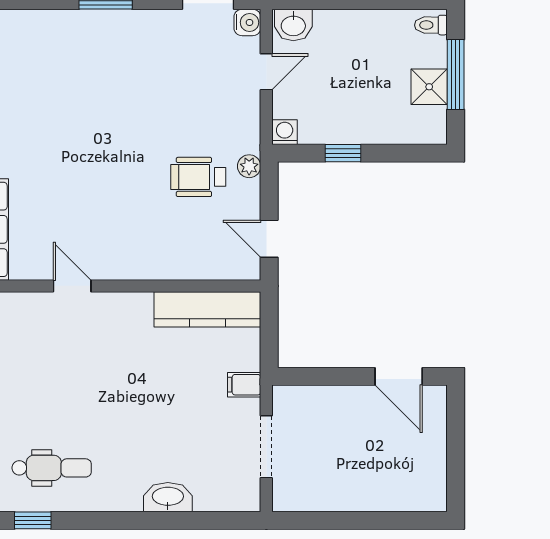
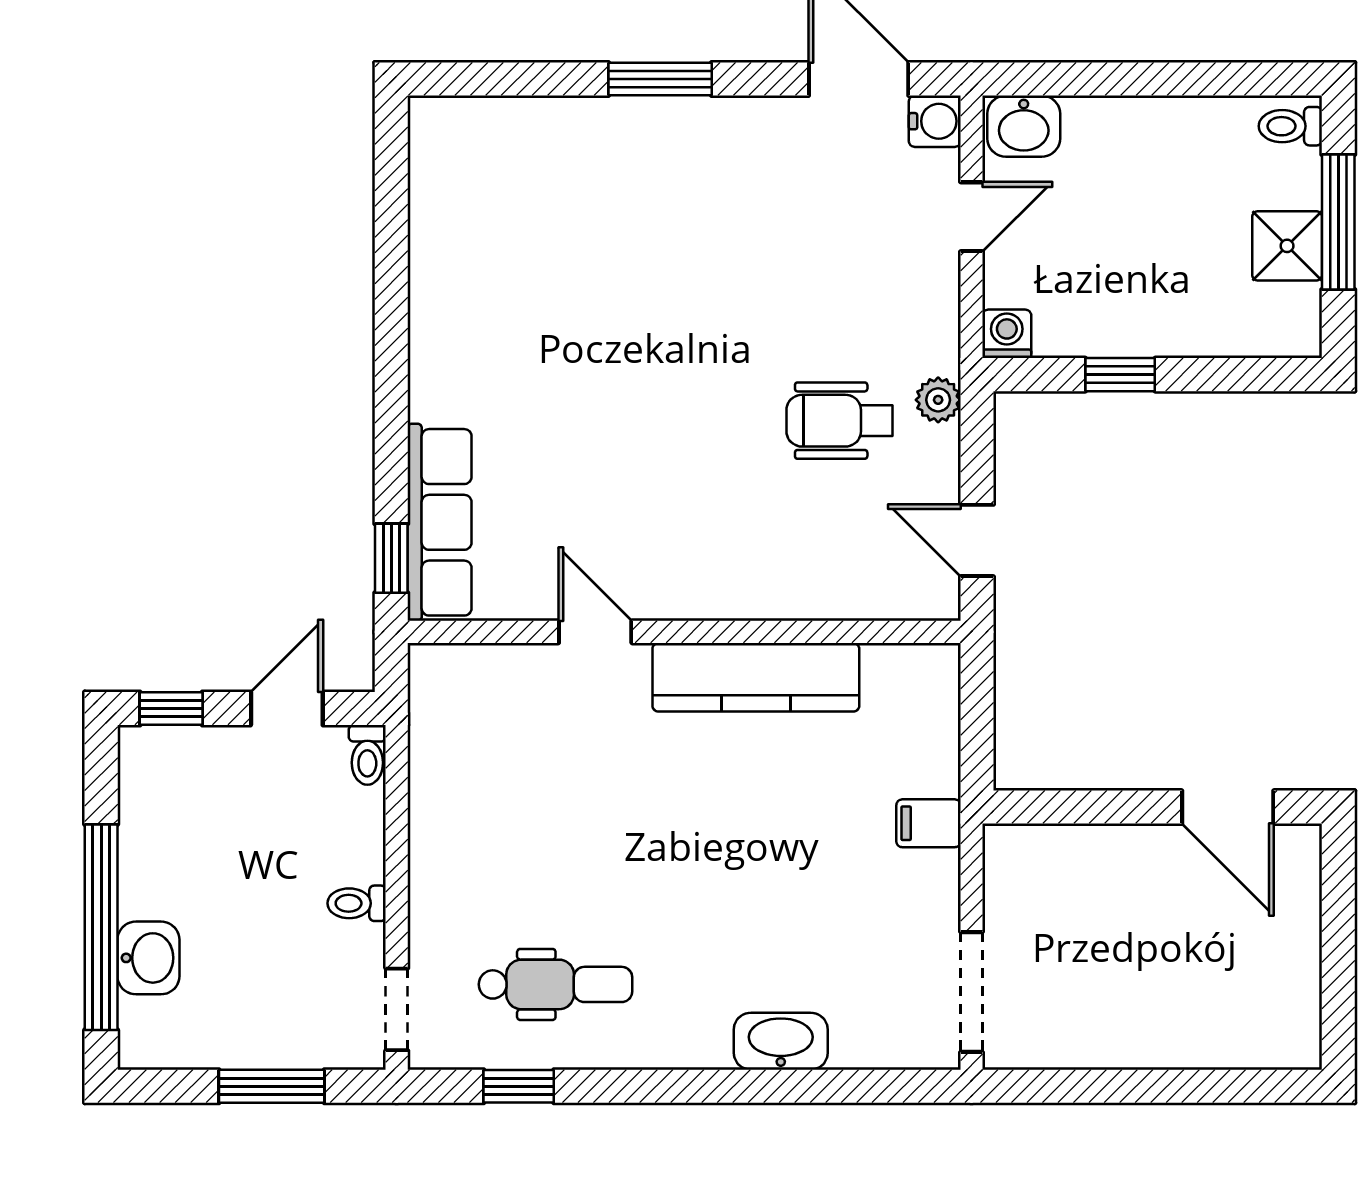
kitchen counter: (207, 309) -> (756, 677), moved
doorway: (266, 447) -> (971, 992), moved

